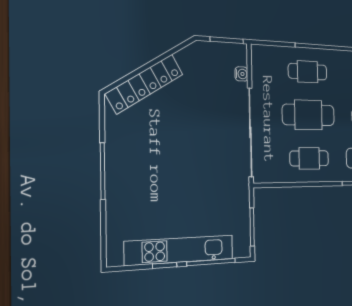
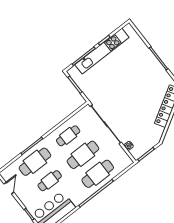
cafe table: (308, 72) -> (98, 174), width x1.37, depth x1.35

